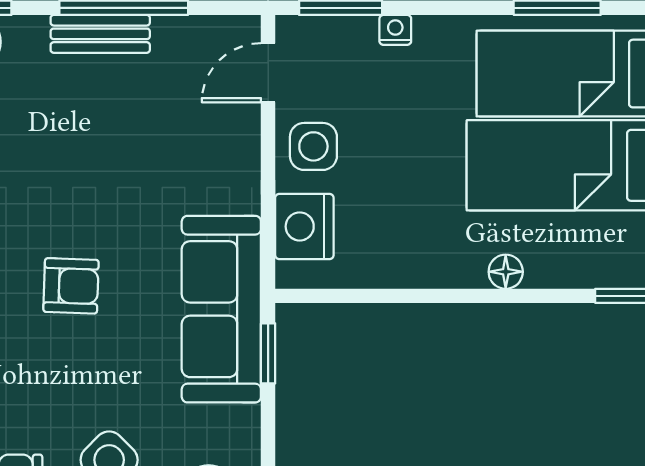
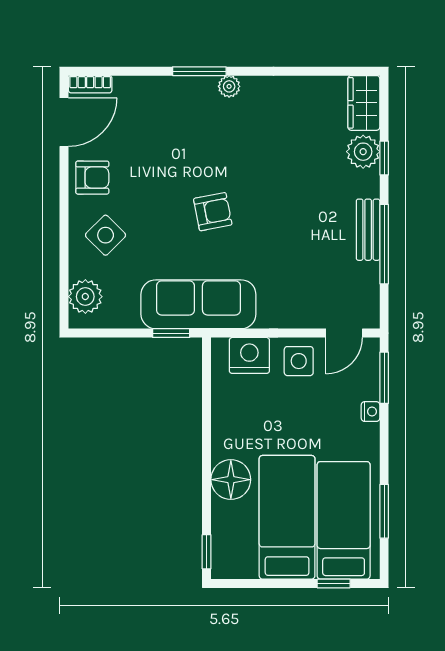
door: (268, 73) -> (344, 333), swing flipped
floor lamp: (506, 272) -> (231, 480), width x1.89, depth x1.89
armchair: (71, 286) -> (213, 212), turned -103

